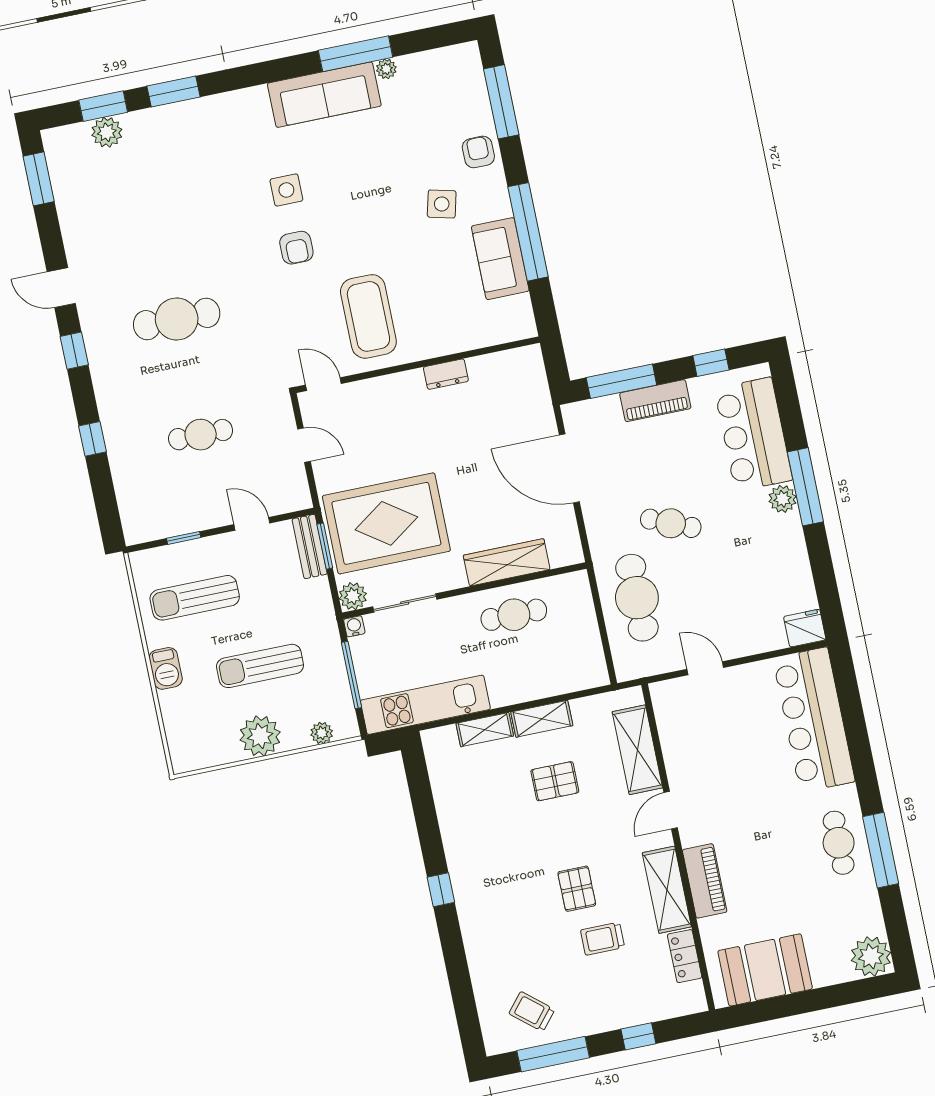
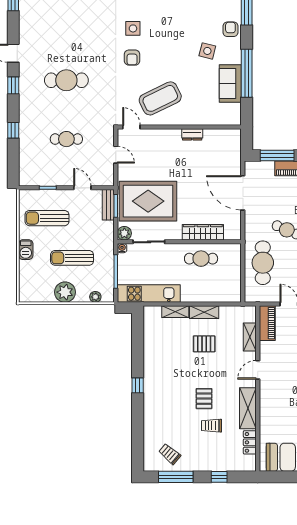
coffee table: (368, 316) -> (160, 98), turned 64
shelving: (637, 750) -> (250, 337), width x0.67, depth x0.75
piano: (705, 881) -> (267, 323), moved

